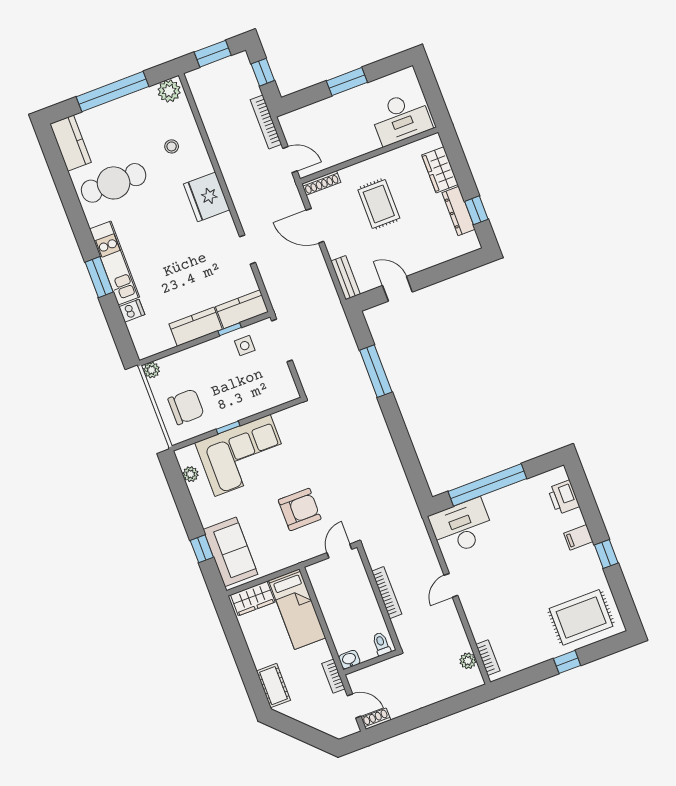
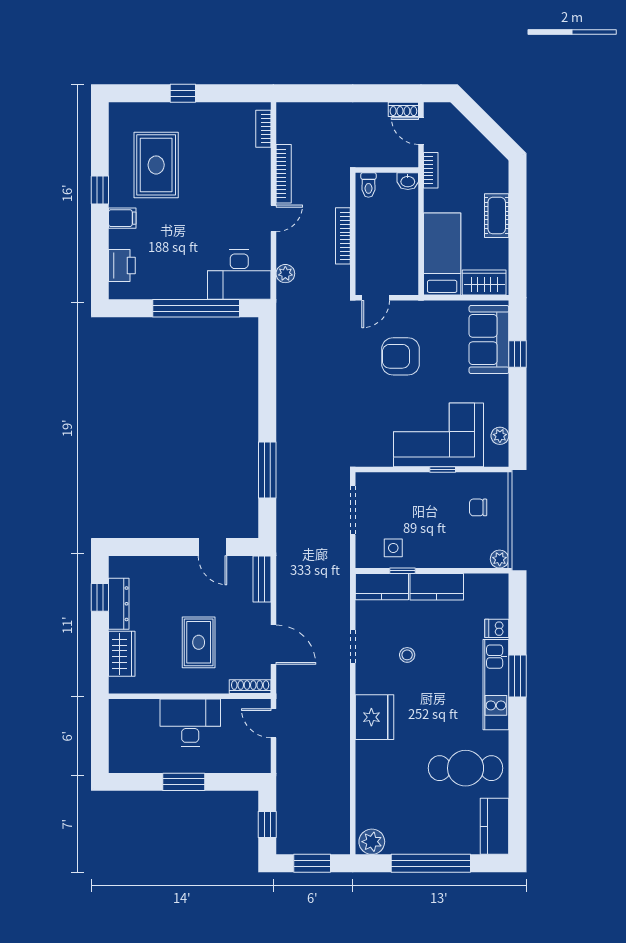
desk: (401, 118) -> (190, 723), moved
bookcase: (266, 122) -> (284, 174), moved
stool: (172, 146) -> (407, 655), moved
doorway: (282, 340) -> (353, 510), moved
chair: (186, 407) -> (478, 507), width x0.54, depth x0.54
rug: (581, 617) -> (156, 165), moved, turned 90
plant: (468, 661) -> (285, 274), moved
cot: (273, 686) -> (497, 216), moved

